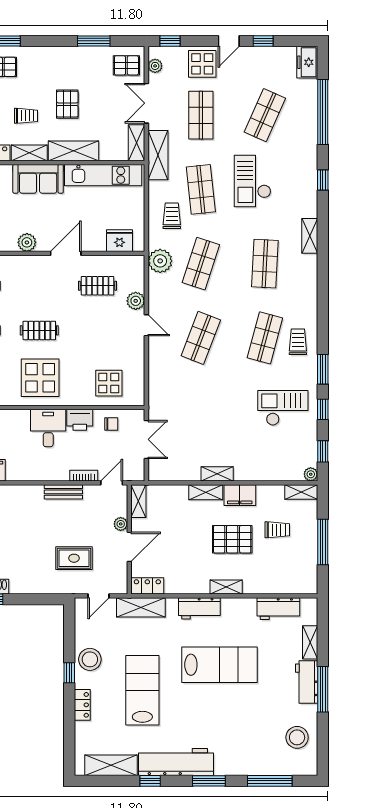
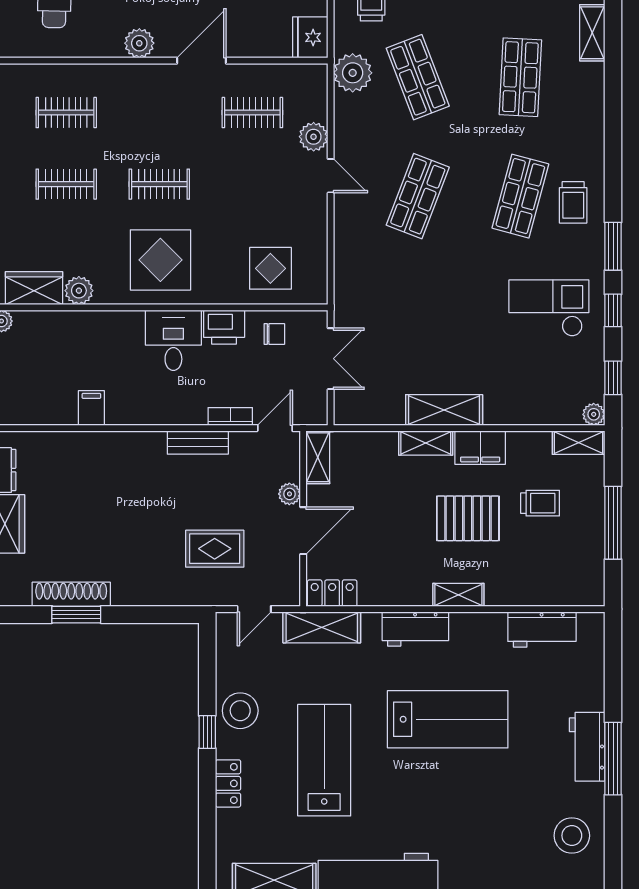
fridge: (119, 241) -> (310, 37), moved, turned -90
shop shelf: (201, 264) -> (418, 77), turned -39
trolley: (298, 342) -> (573, 202), turned 180
shelving: (217, 474) -> (444, 410), width x1.50, depth x1.33
shelving: (310, 642) -> (593, 683), removed

